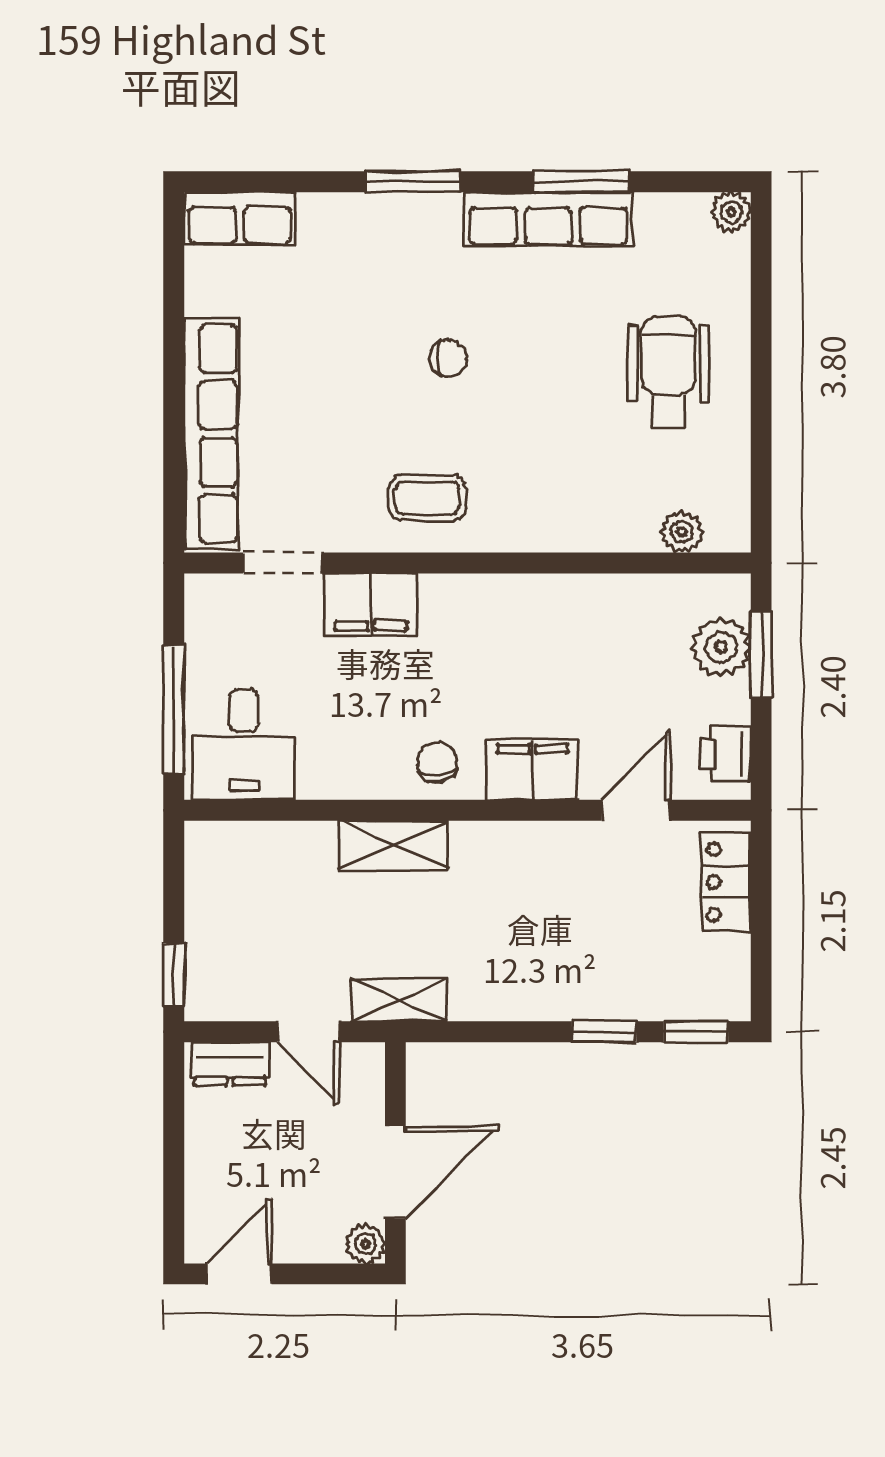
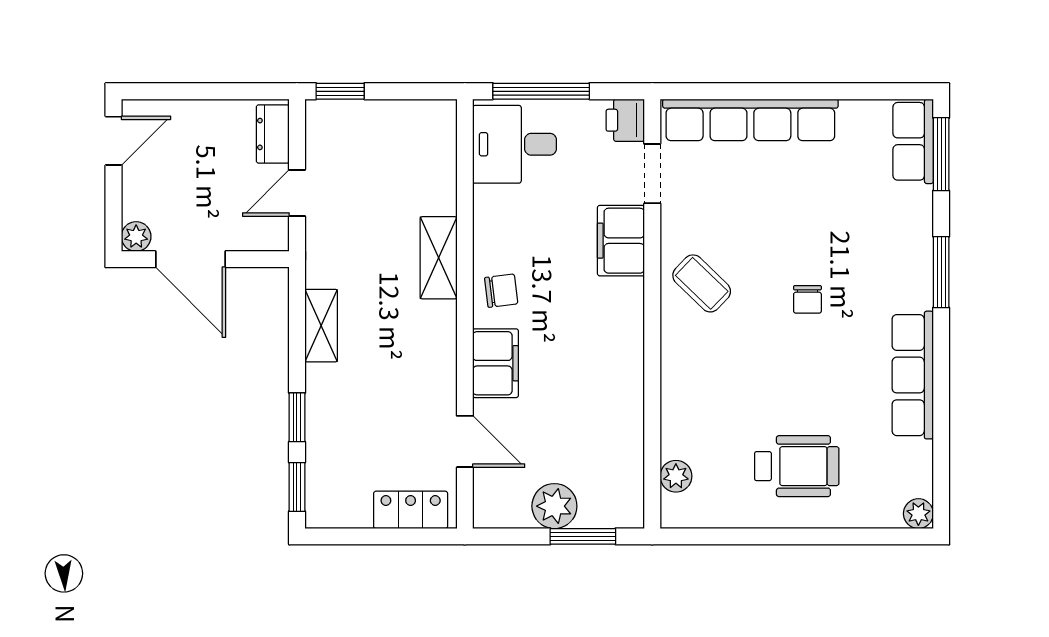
window: (581, 182) -> (941, 154), moved
coffee table: (427, 498) -> (702, 283), turned -46
plant: (721, 647) -> (554, 506), moved
printer: (725, 754) -> (625, 120), moved, turned -90
shelving: (399, 1000) -> (321, 326), moved
door: (239, 1274) -> (113, 141), hinge flipped

